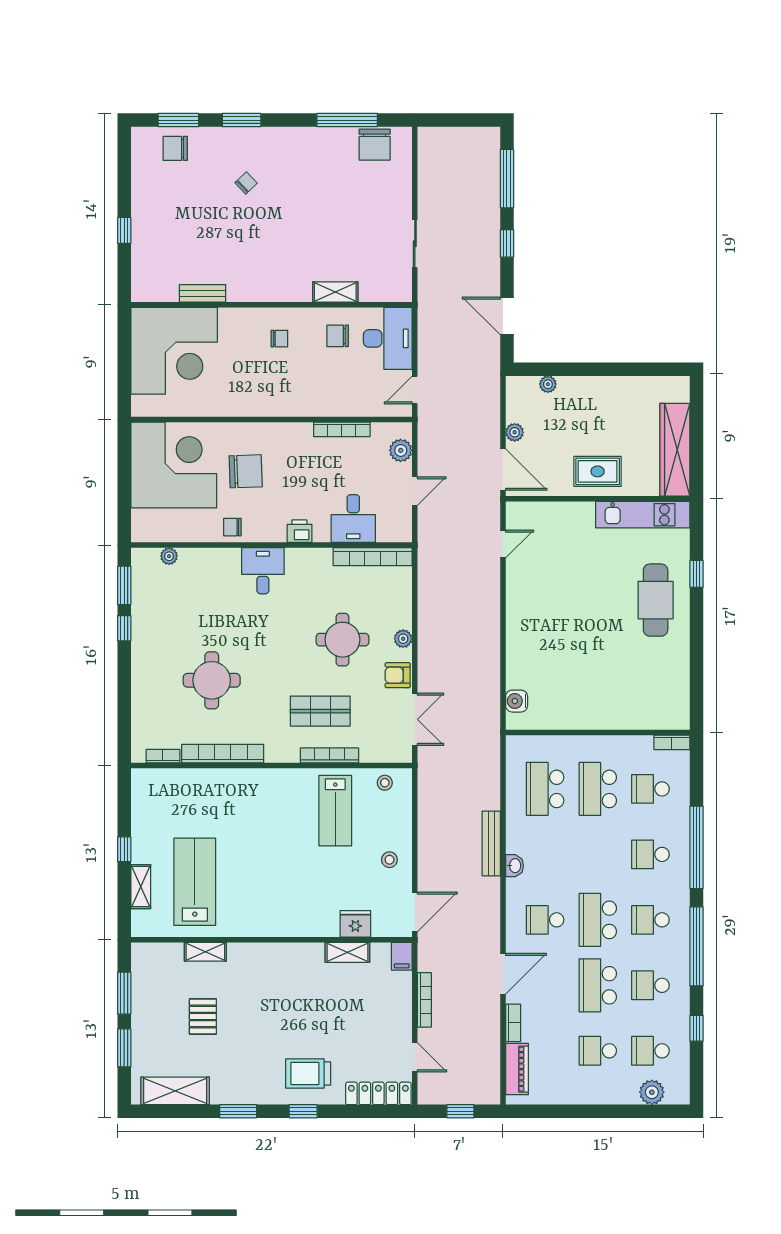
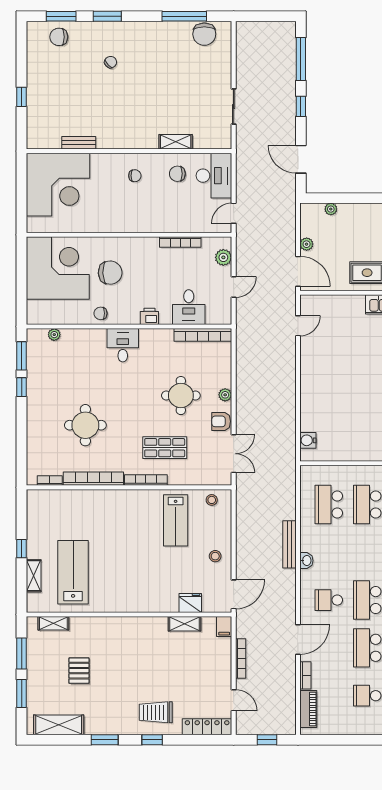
bookcase: (329, 755) -> (146, 480), moved
shelving: (205, 952) -> (53, 623), moved

